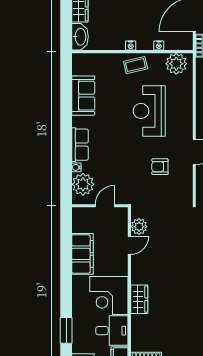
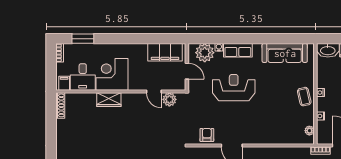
plant: (176, 64) -> (309, 131), width x0.53, depth x0.53
sofa: (83, 96) -> (285, 53), width x1.36
reception desk: (149, 111) -> (234, 88), moved
armchair: (160, 167) -> (207, 135), moved
filing cabinet: (82, 254) -> (165, 52), moved

